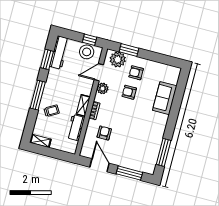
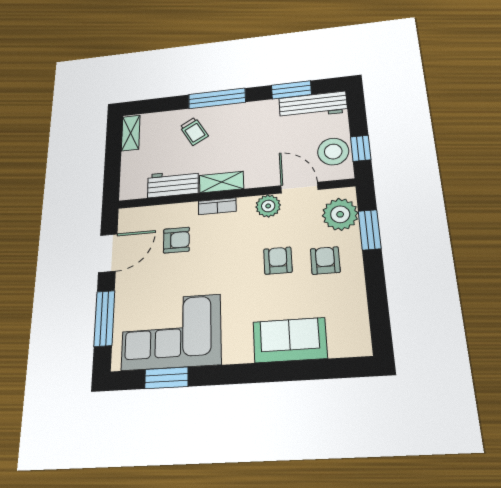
corner sofa: (145, 146) -> (171, 332), added
window: (164, 152) -> (166, 378), width x0.69

